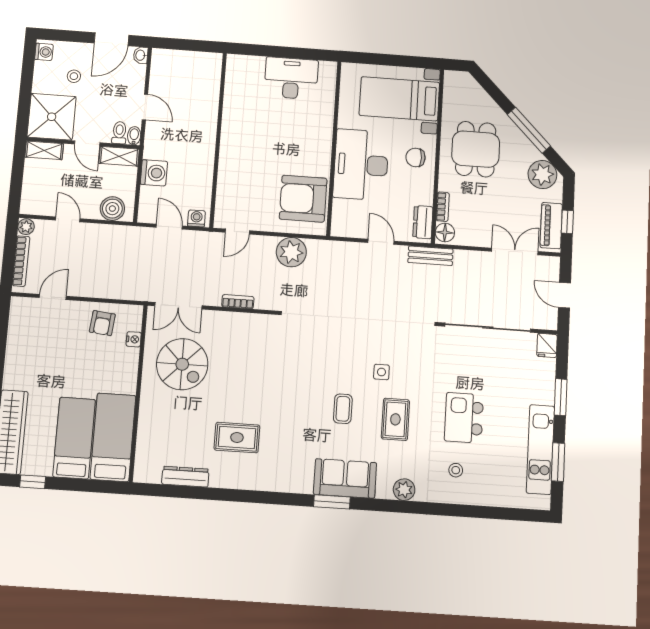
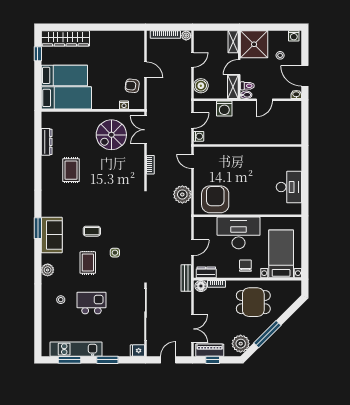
door: (53, 297) -> (146, 70), moved
rug: (395, 419) -> (88, 263), turned 90

